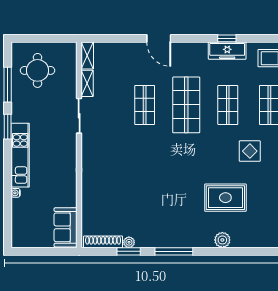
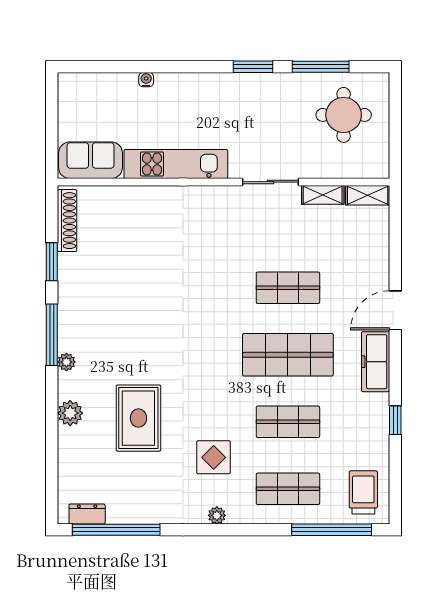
freezer: (227, 51) -> (376, 362), moved
kitchen unit: (20, 155) -> (176, 164), moved, turned 180
plant: (129, 242) -> (66, 362), moved

